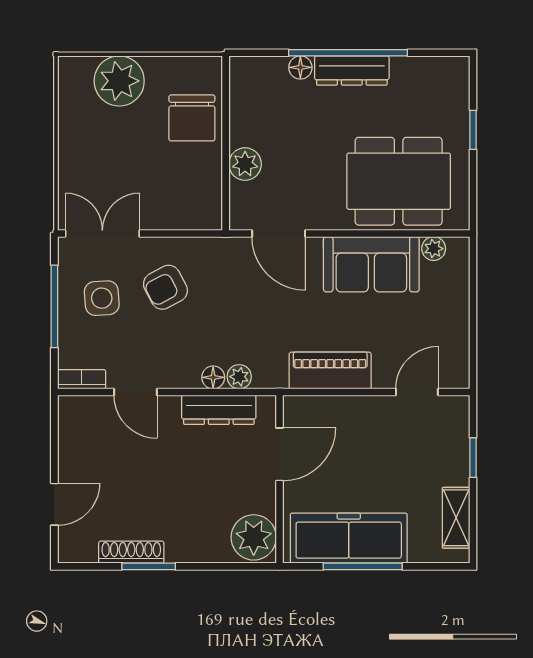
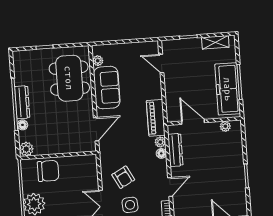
plant: (245, 164) -> (26, 149), moved
piano: (330, 371) -> (156, 118), moved
plant: (254, 537) -> (225, 126), width x0.53, depth x0.53
shoe rack: (131, 552) -> (241, 184), removed

